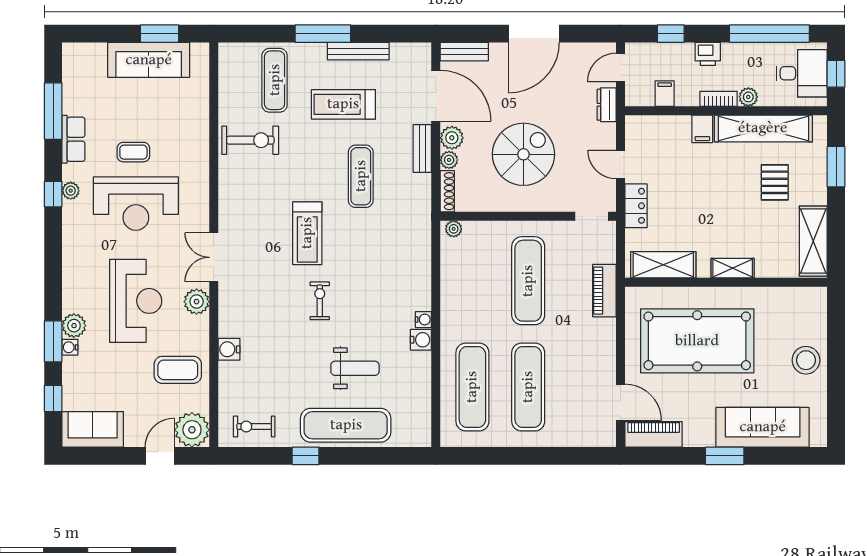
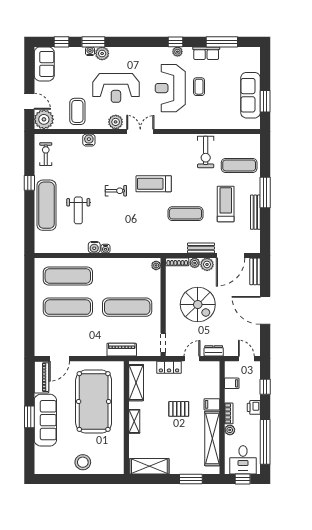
dresser: (607, 105) -> (214, 351), moved
pallet: (775, 182) -> (179, 409), moved
sofa: (763, 427) -> (45, 420), moved

